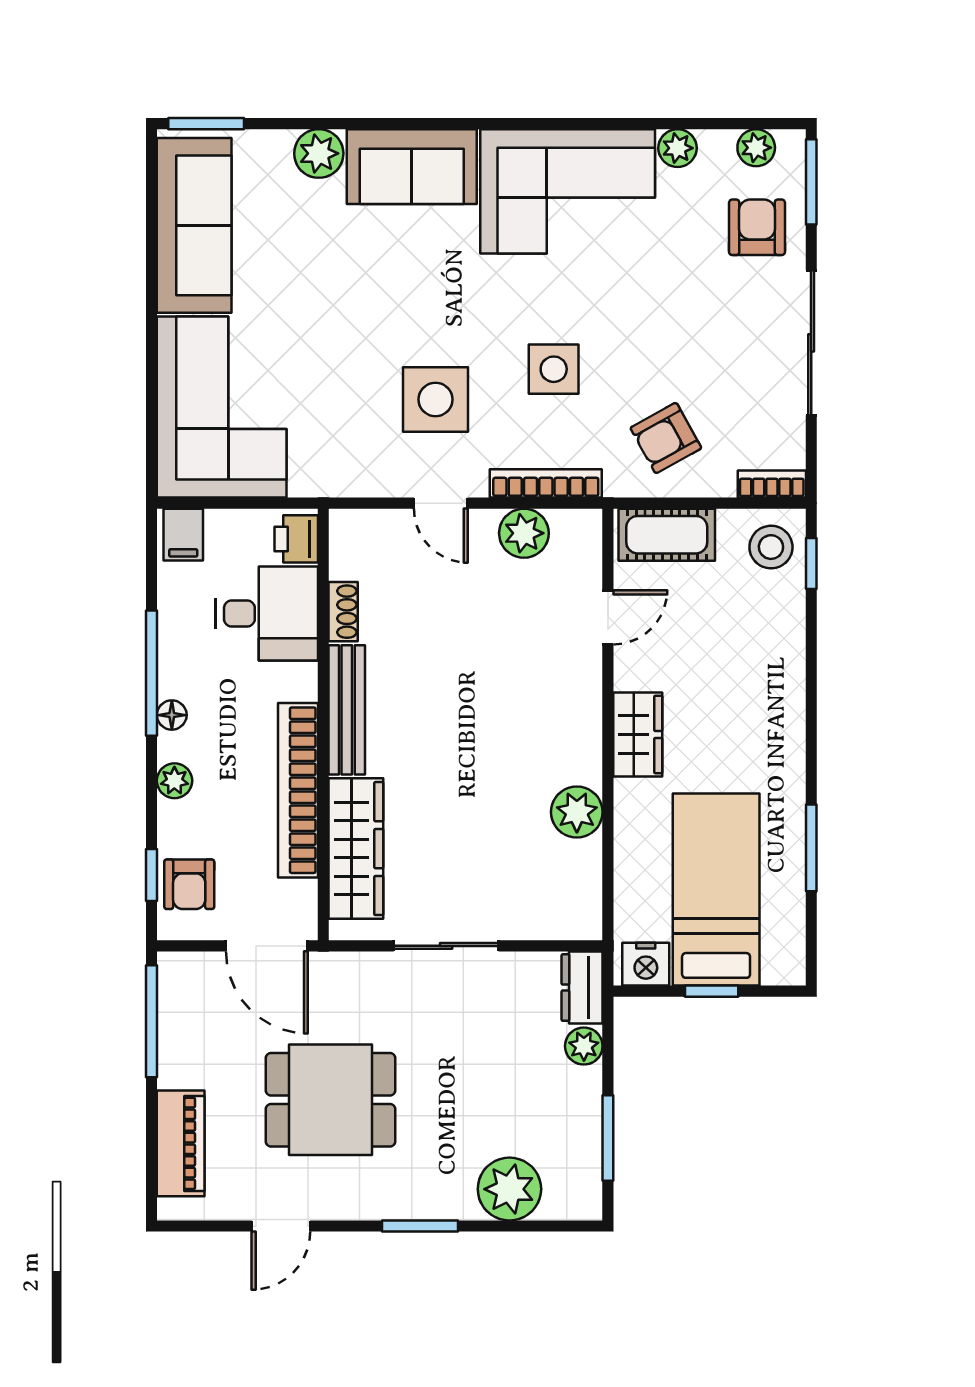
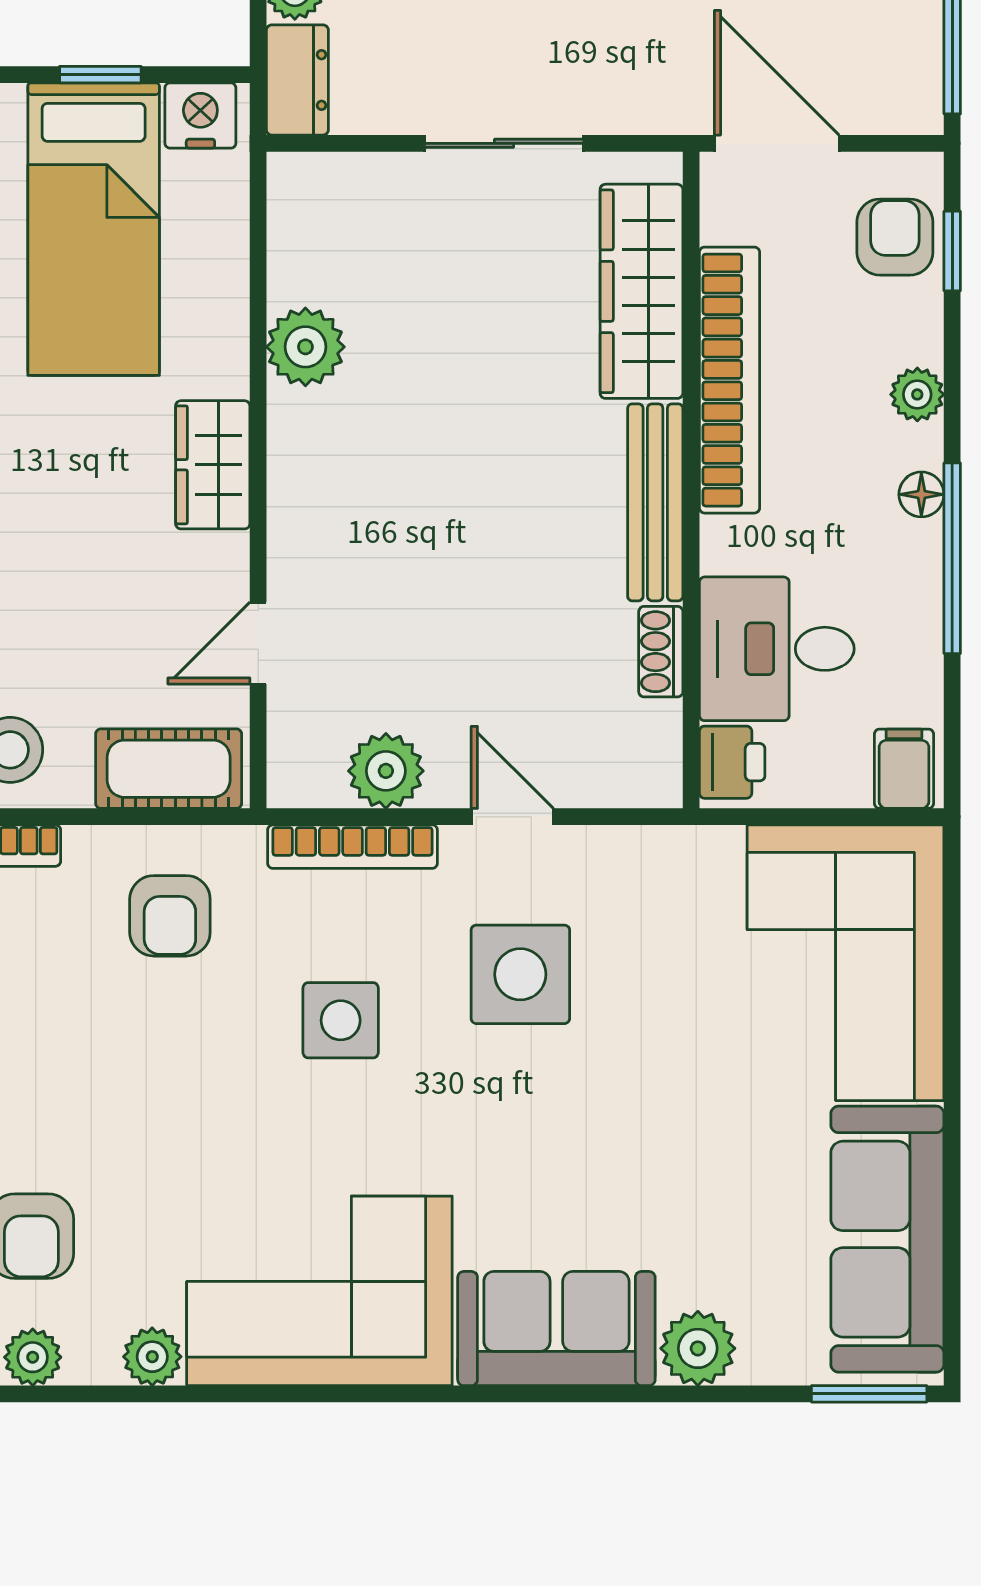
armchair: (666, 438) -> (170, 916), turned 119

